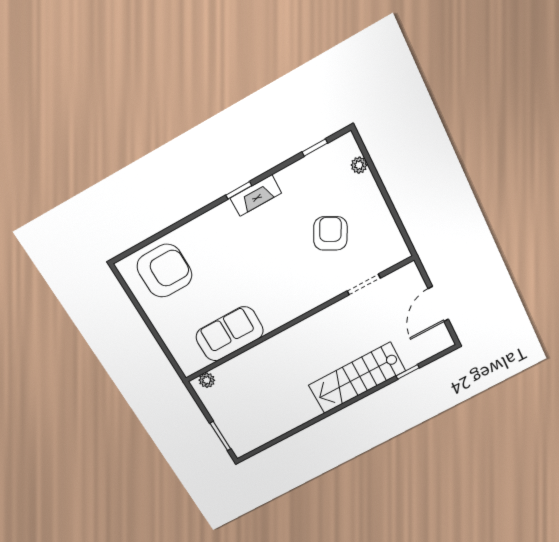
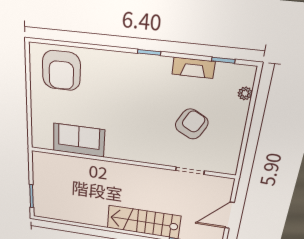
fireplace: (256, 196) -> (193, 68), moved
armchair: (165, 271) -> (61, 71), turned 90
plant: (207, 380) -> (45, 158), removed

